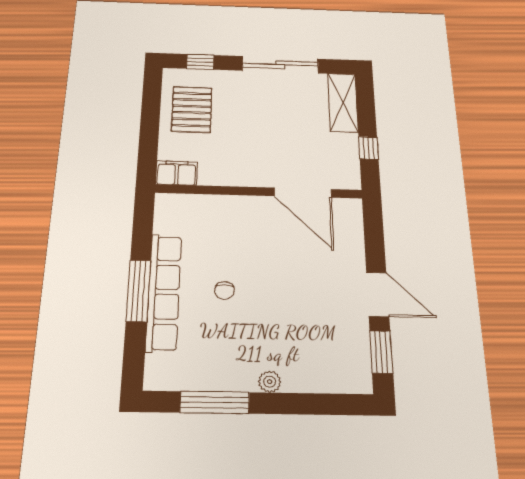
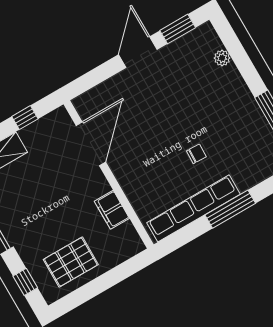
filing cabinet: (177, 173) -> (112, 210), moved
row of seats: (164, 292) -> (193, 208), moved
plant: (270, 382) -> (222, 58), moved

